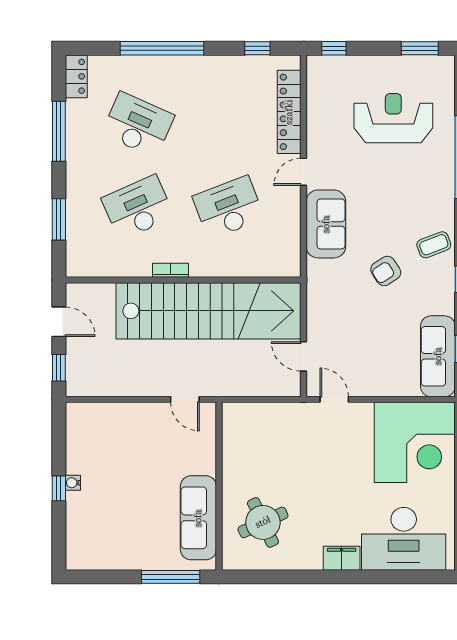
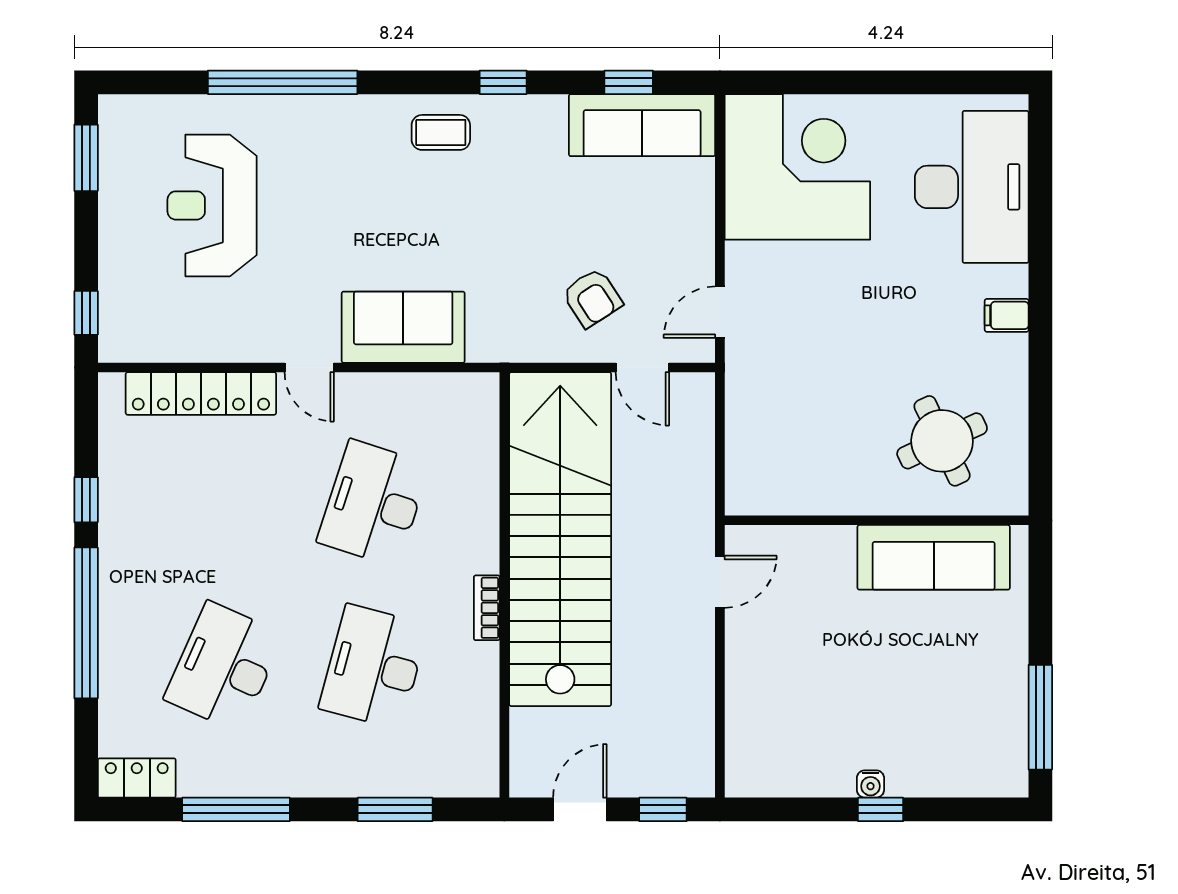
window: (257, 48) -> (86, 500), moved
desk: (138, 207) -> (374, 667), turned 39
desk: (228, 207) -> (374, 503), turned 39
coffee table: (434, 245) -> (441, 132), turned -69
armchair: (386, 271) -> (592, 298), moved
door: (304, 356) -> (642, 368), hinge flipped
filing cabinet: (342, 558) -> (1007, 315), width x0.50
window: (171, 577) -> (1040, 717), moved

